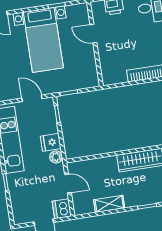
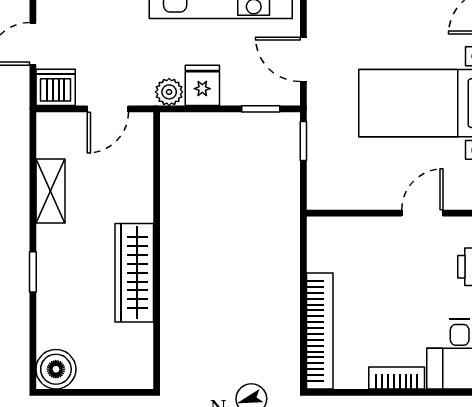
door: (32, 98) -> (303, 59), swing flipped

